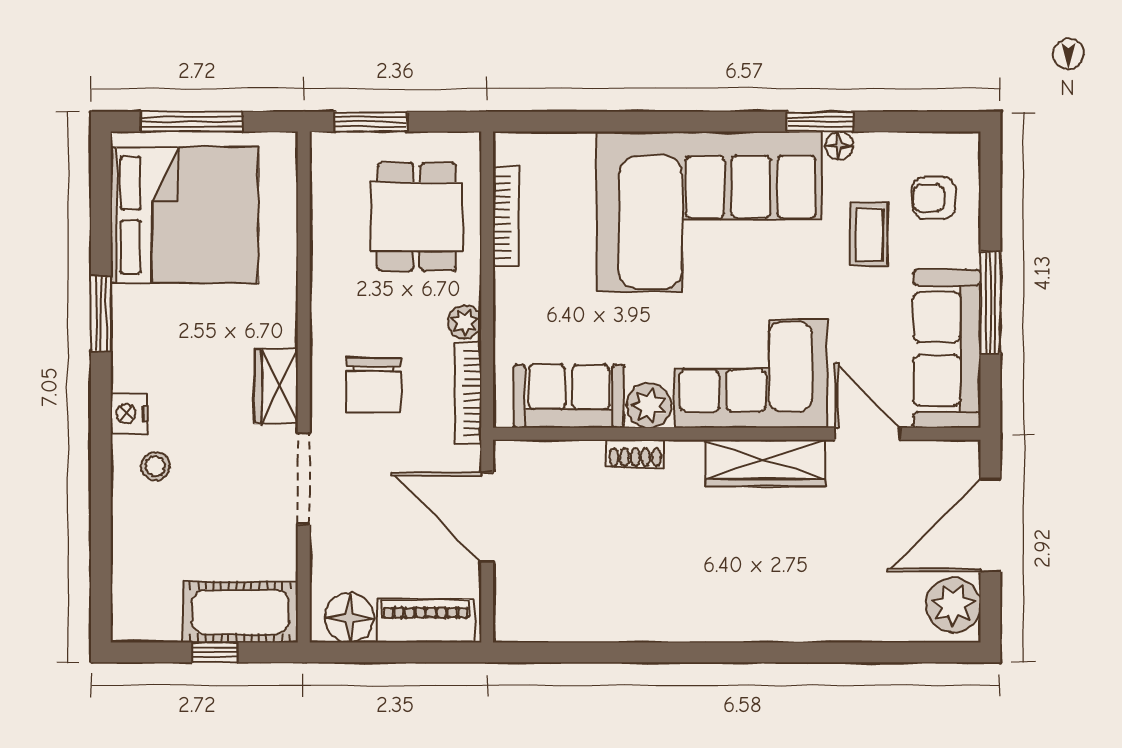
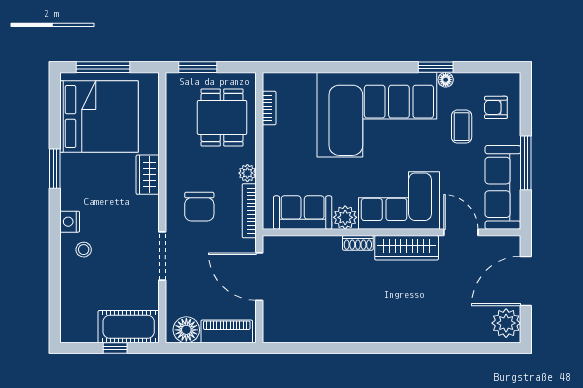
bookcase: (506, 217) -> (269, 108), width x0.64
wardrobe: (276, 387) -> (148, 175), moved
shoe rack: (635, 454) -> (358, 243), moved

